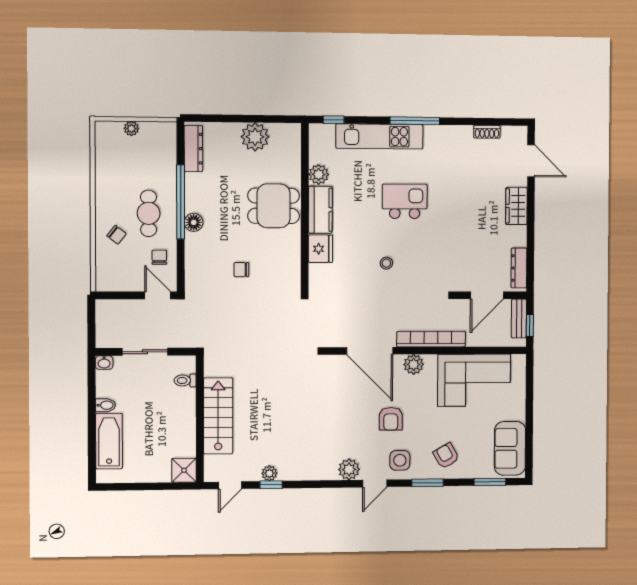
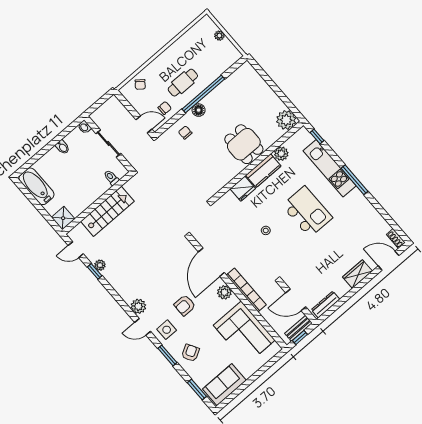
shoe rack: (487, 132) -> (396, 238), moved
plant: (255, 137) -> (286, 120), moved
dresser: (193, 149) -> (237, 77), removed
door: (531, 161) -> (389, 261), swing flipped
kitchen island: (405, 201) -> (307, 212), width x1.37, depth x1.28
chair: (117, 235) -> (140, 84), moved
chair: (241, 270) -> (185, 133), moved
door: (158, 295) -> (144, 124), hinge flipped
bathtub: (109, 441) -> (36, 186), moved, turned -90

